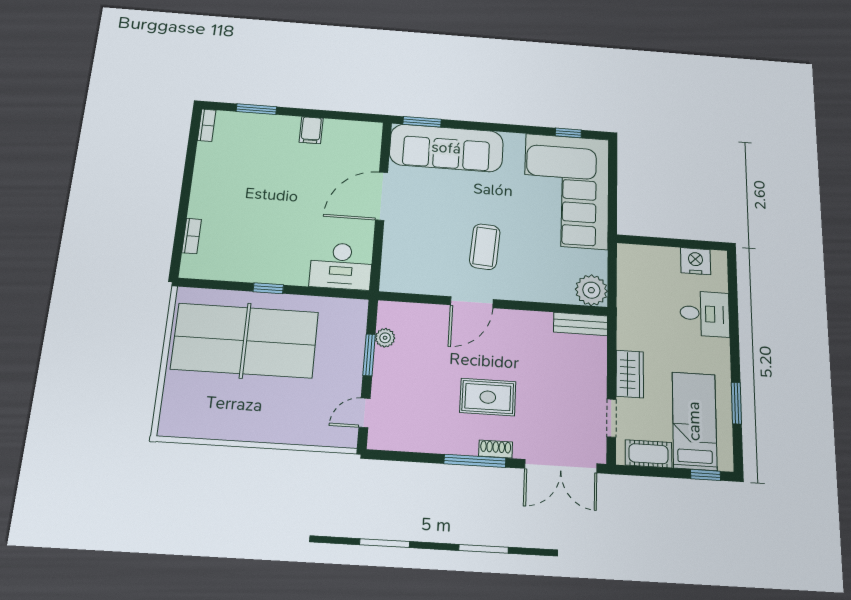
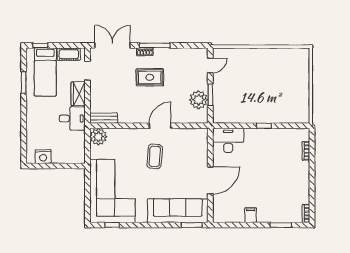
desk: (705, 314) -> (72, 119), moved, turned 180
plant: (385, 338) -> (199, 100), width x1.87, depth x1.87
table tennis table: (245, 340) -> (273, 98), removed

